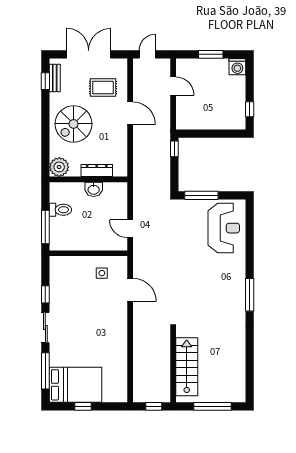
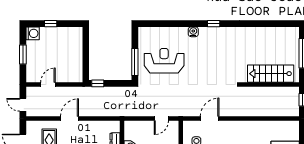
window: (250, 109) -> (51, 24), moved
reception desk: (224, 228) -> (164, 61), moved
water cooler: (239, 269) -> (193, 32), added
window: (250, 295) -> (214, 24), width x0.46

